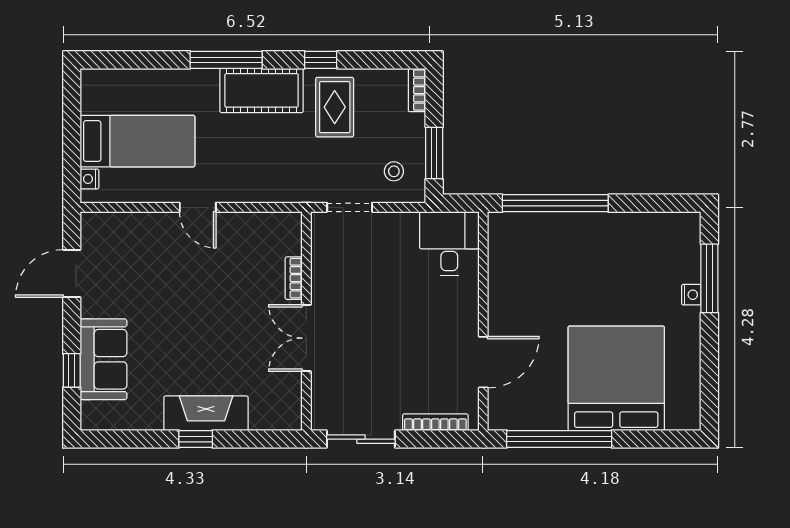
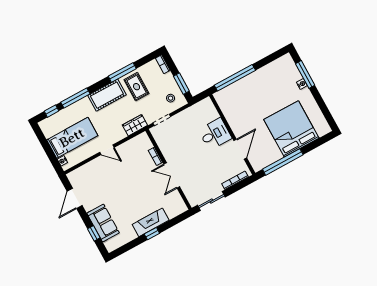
window: (124, 60) -> (51, 111), added
window: (226, 60) -> (75, 98), moved
window: (321, 60) -> (122, 72), width x2.17
wardrobe: (286, 188) -> (135, 125), added
desk: (449, 244) -> (215, 134), moved, turned 90

